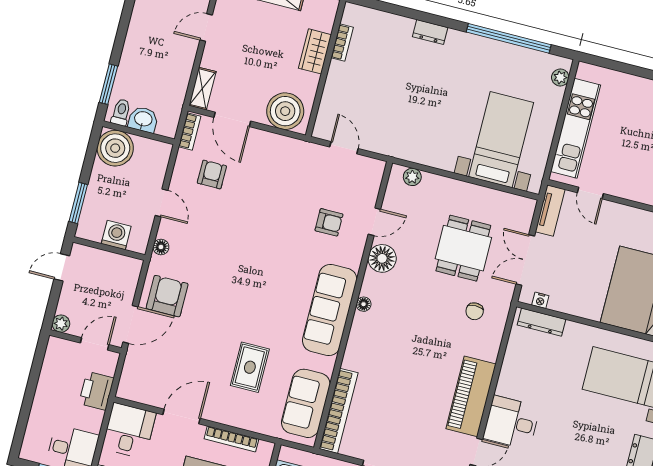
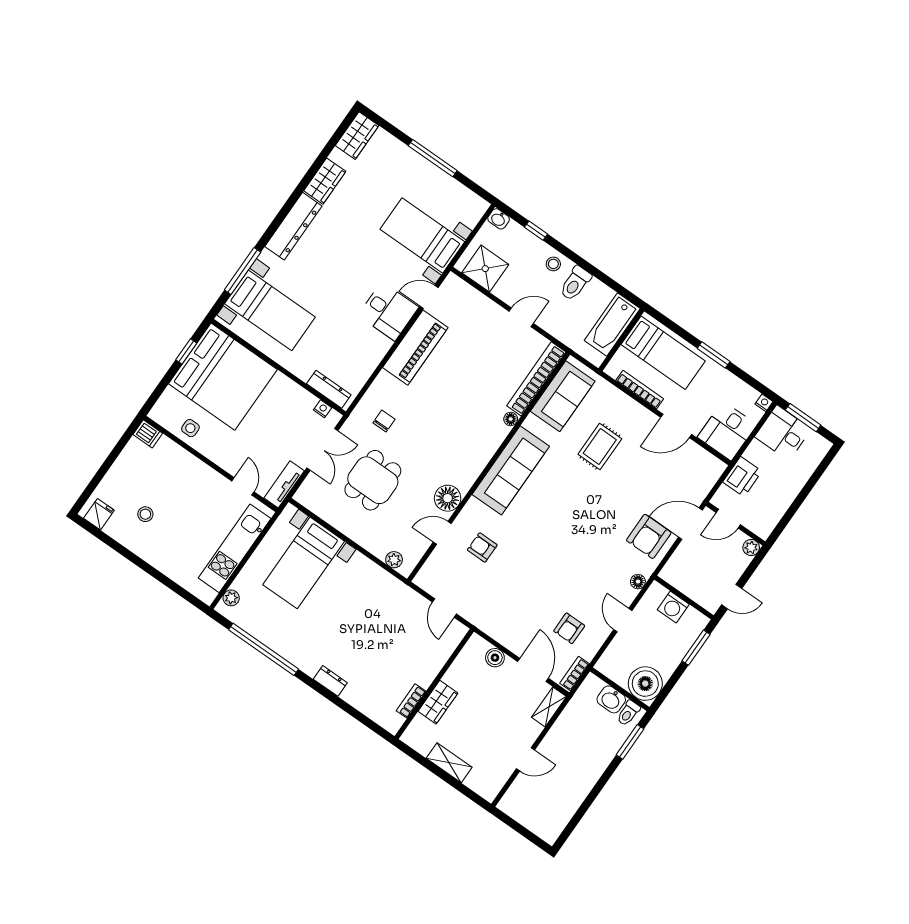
boiler: (285, 111) -> (495, 658), width x0.54, depth x0.54
floor lamp: (364, 304) -> (511, 419), moved

